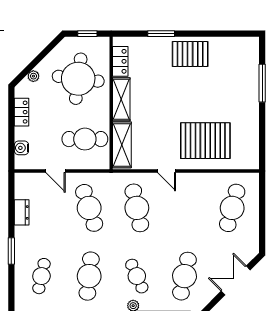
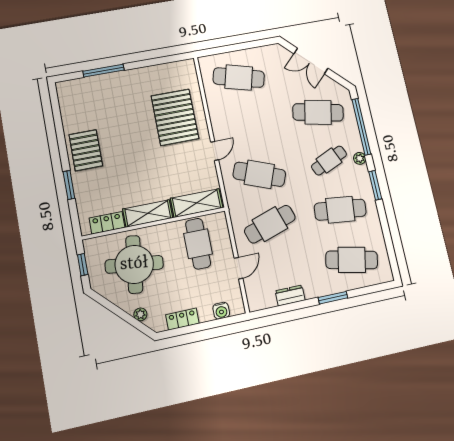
cafe table: (137, 208) -> (259, 174), turned 33
cafe table: (41, 276) -> (352, 260), width x1.37, depth x1.35

